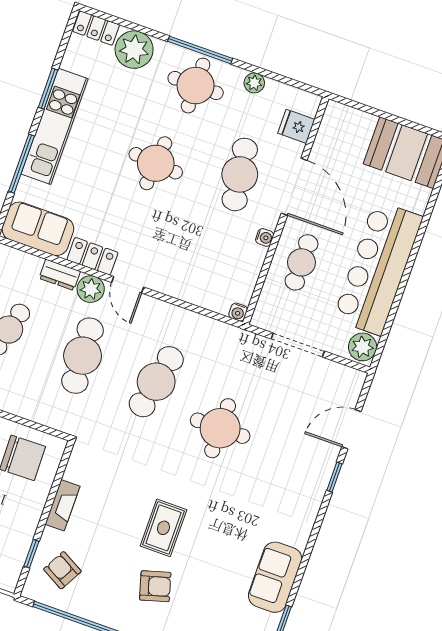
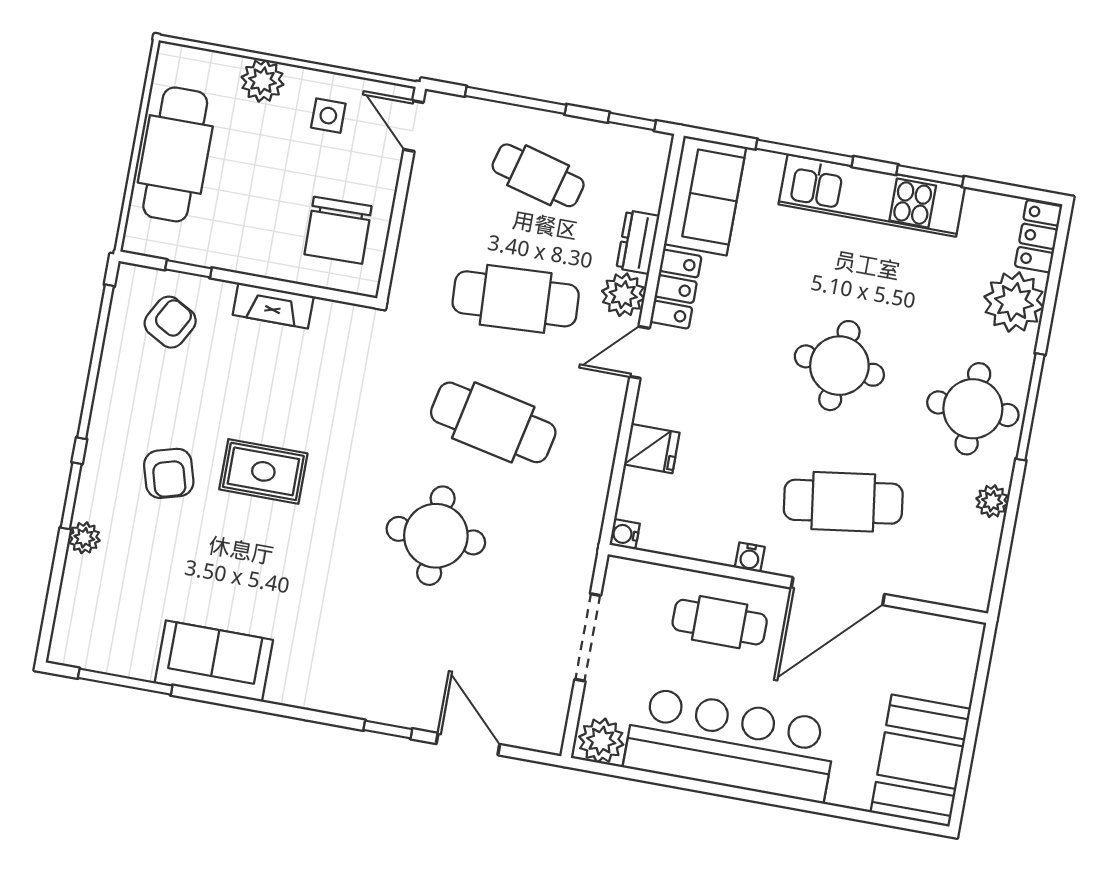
fridge: (296, 126) -> (652, 449), moved, turned 90

